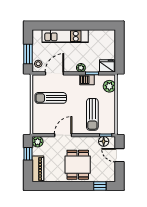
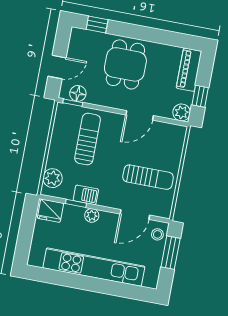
kitchen unit: (65, 36) -> (94, 267), width x1.36
door: (120, 155) -> (57, 67), hinge flipped

